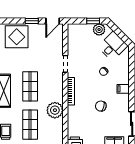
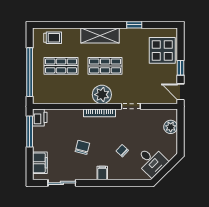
window: (93, 21) -> (180, 139), removed
plant: (99, 30) -> (171, 127), moved
plant: (55, 110) -> (102, 95), moved

